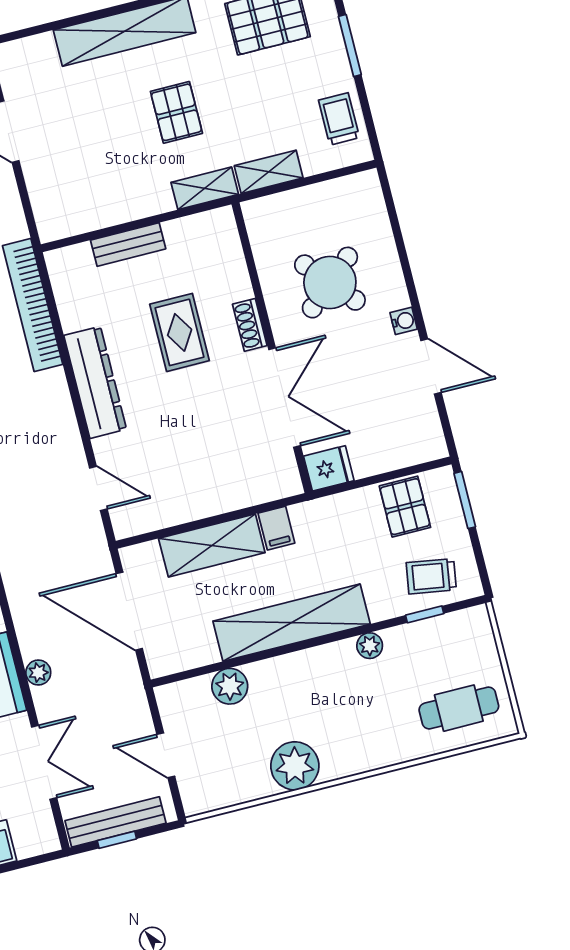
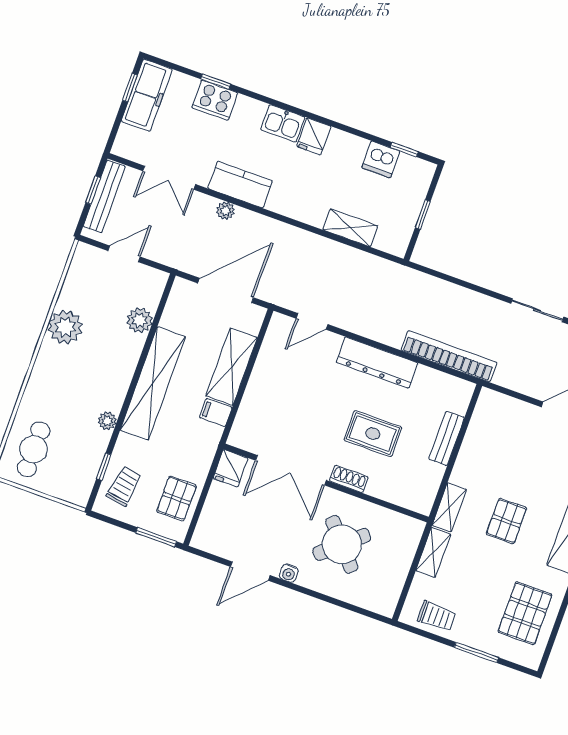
pallet: (176, 112) -> (506, 521), turned 90
pallet: (405, 507) -> (177, 498), turned 90

